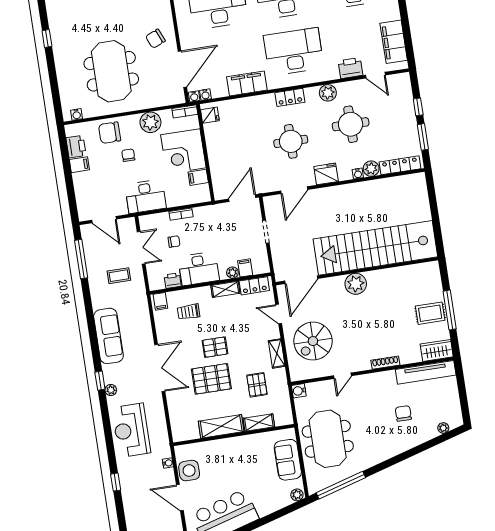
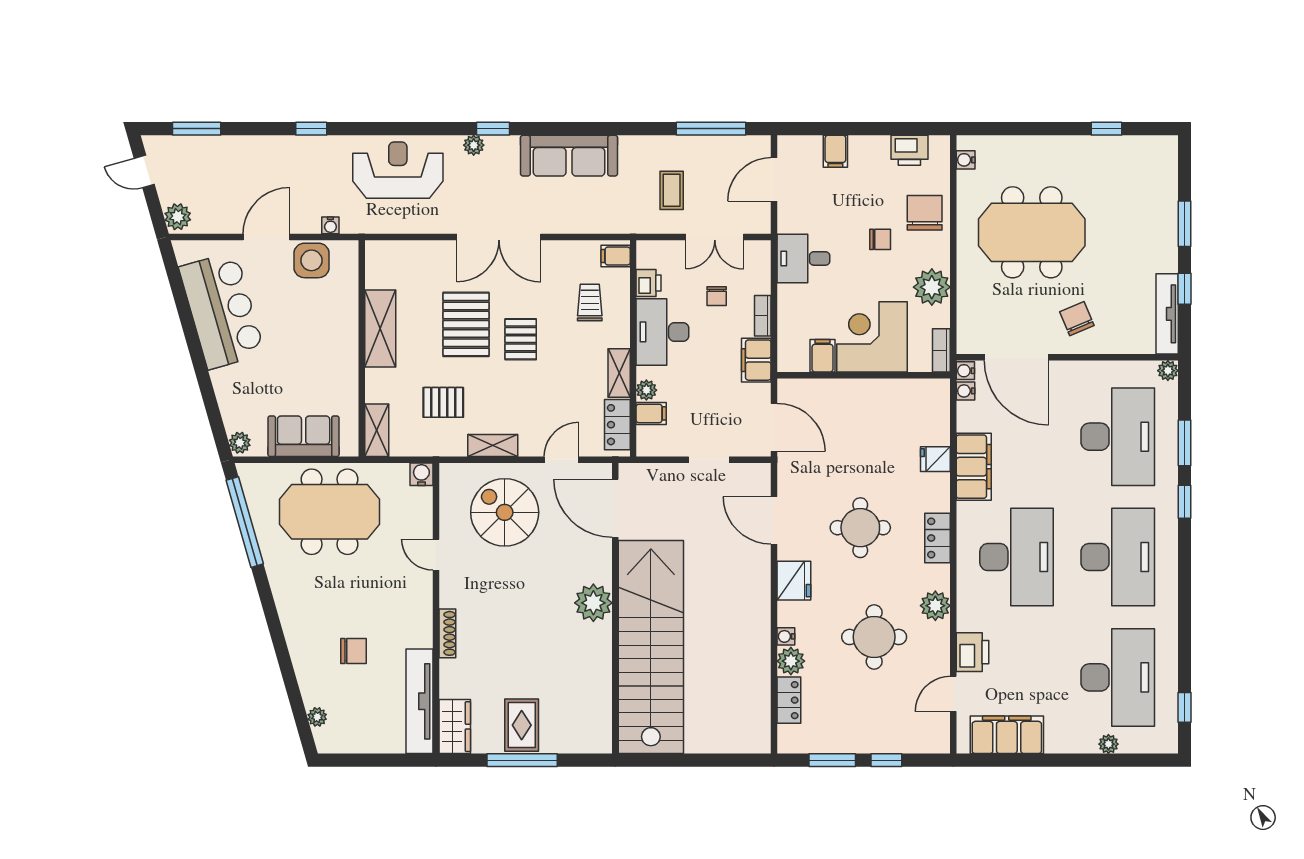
fridge: (210, 115) -> (935, 459), moved, turned 90
filing cabinet: (79, 165) -> (835, 151), moved
locker: (400, 165) -> (789, 700), width x0.66
desk: (146, 196) -> (803, 258), width x0.73
filing cabinet: (206, 214) -> (756, 360), added
shelving: (259, 423) -> (377, 430), moved

